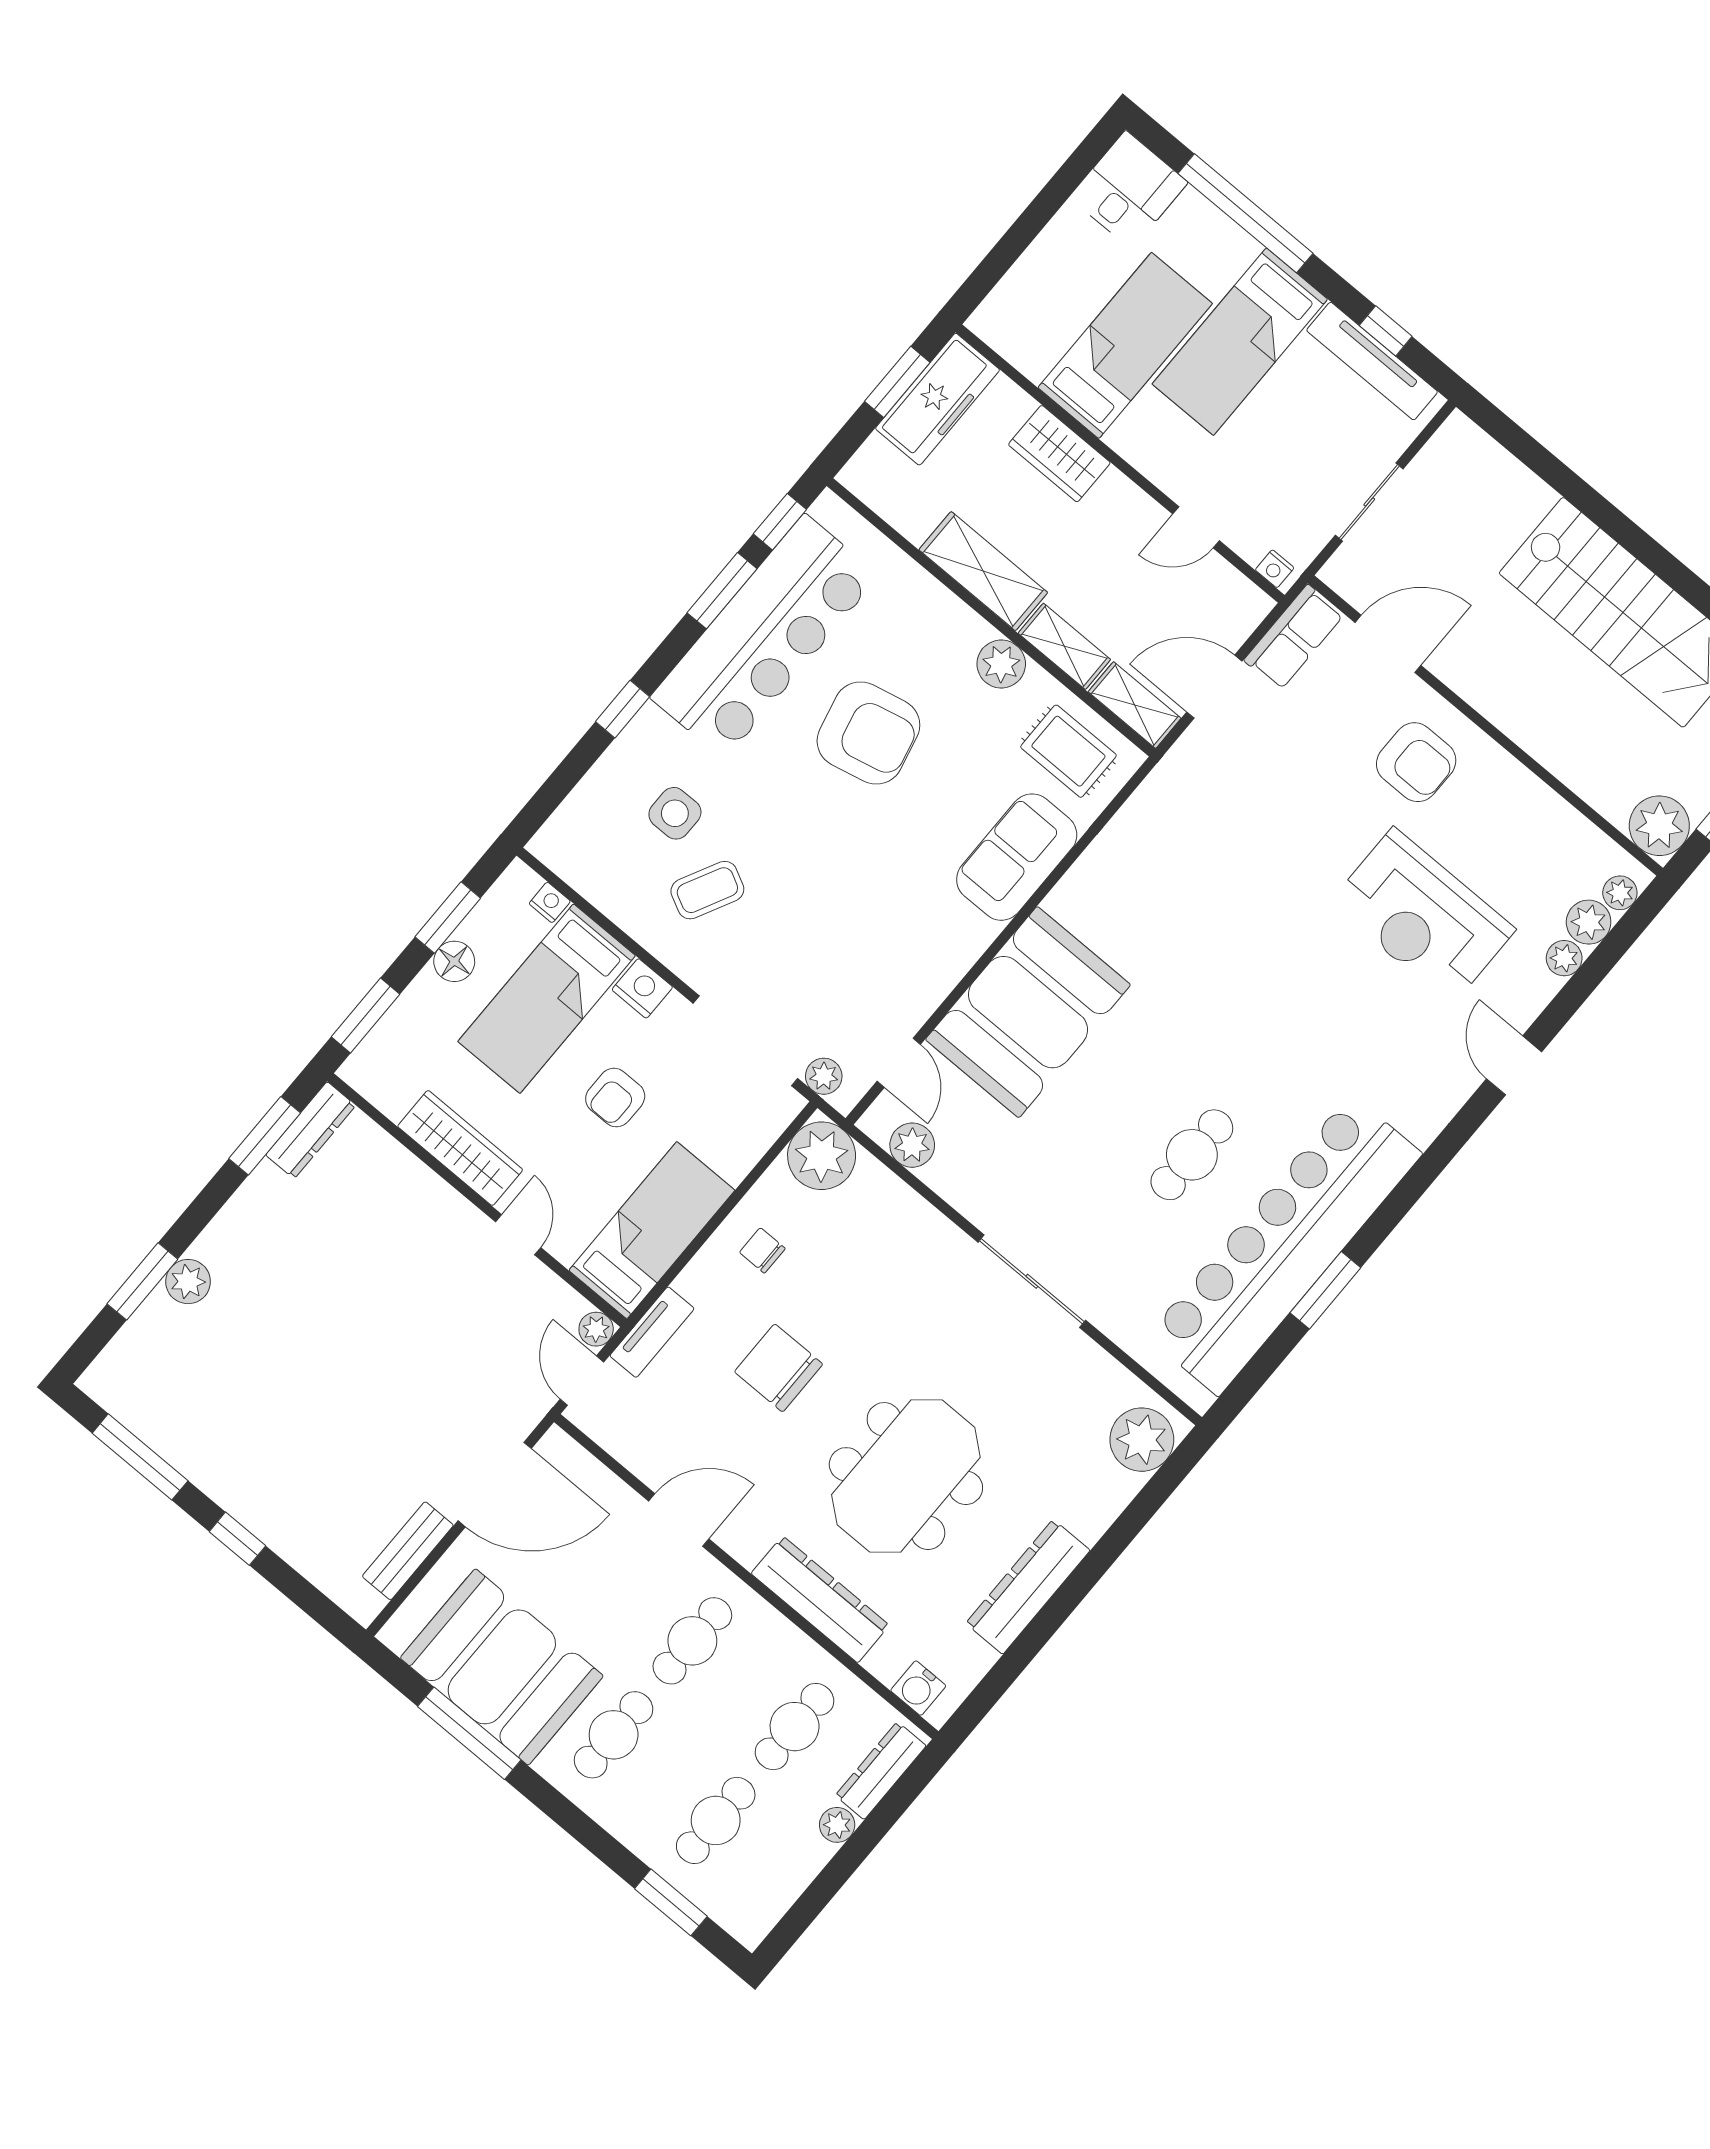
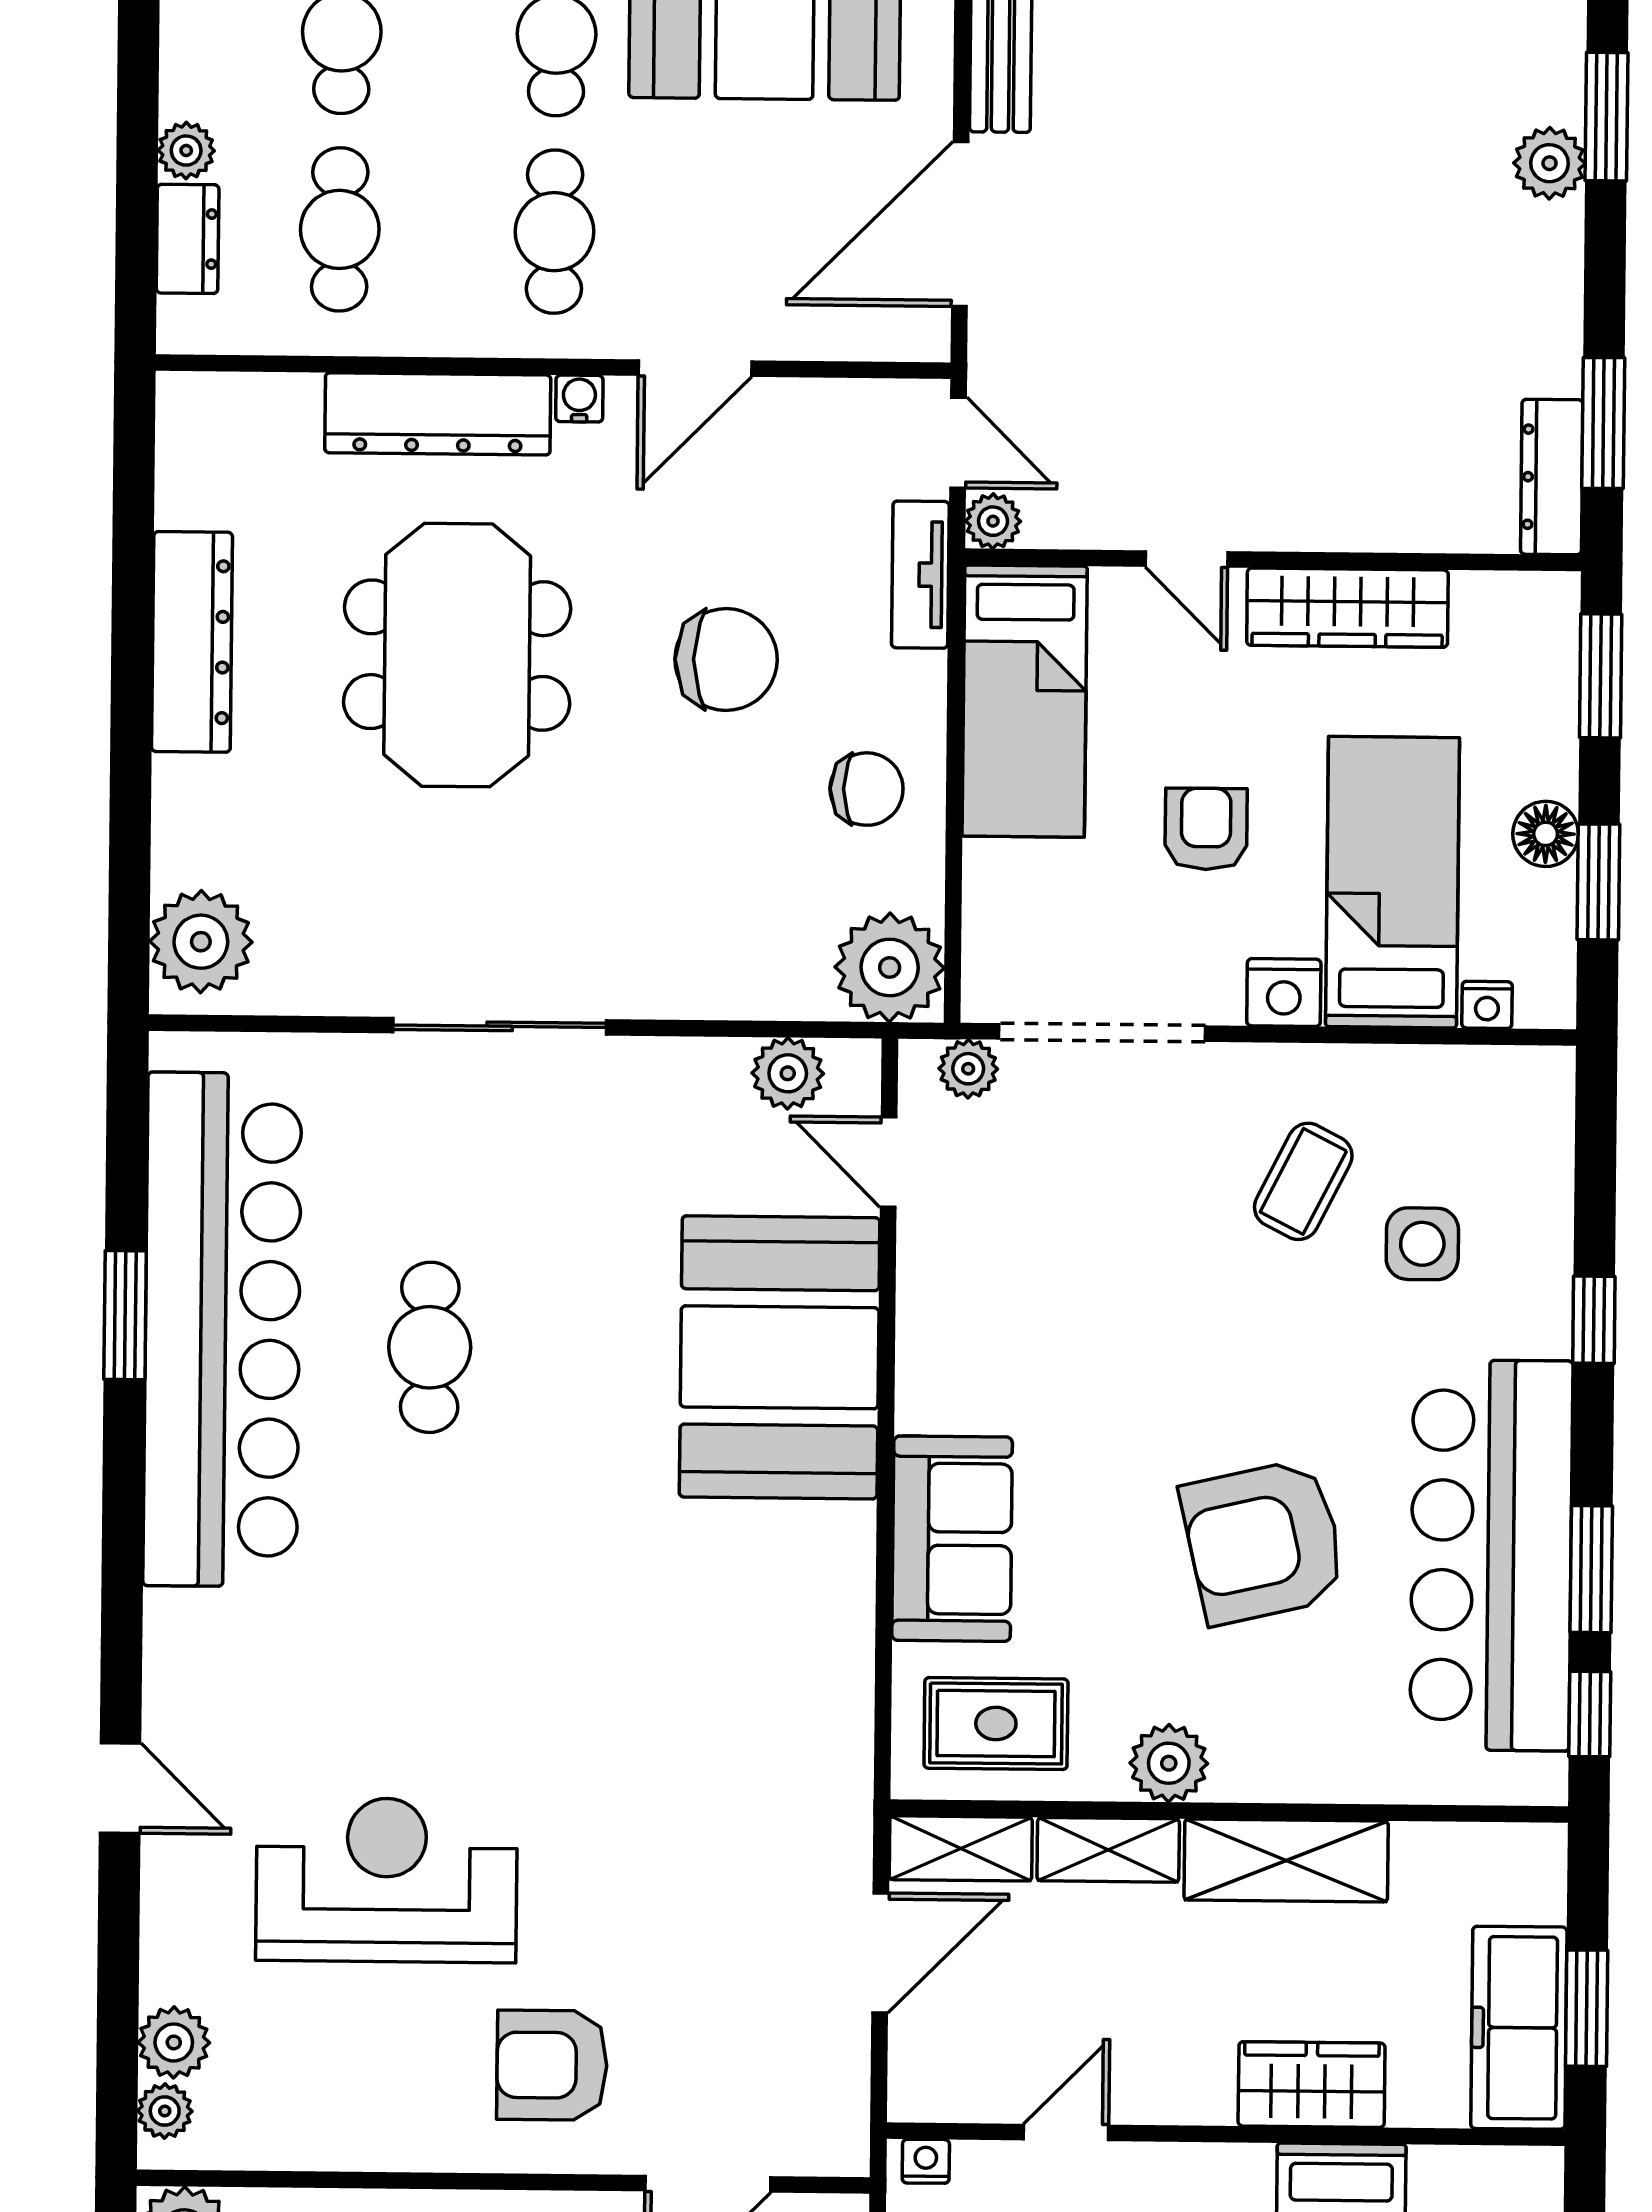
row of seats: (1294, 637) -> (832, 2096), removed
plant: (1564, 958) -> (167, 1973), removed
chair: (762, 1250) -> (867, 789), width x1.37, depth x1.37
water cooler: (918, 1688) -> (579, 399), moved, width x0.72, depth x0.72
dresser: (881, 1771) -> (188, 239), width x0.70

